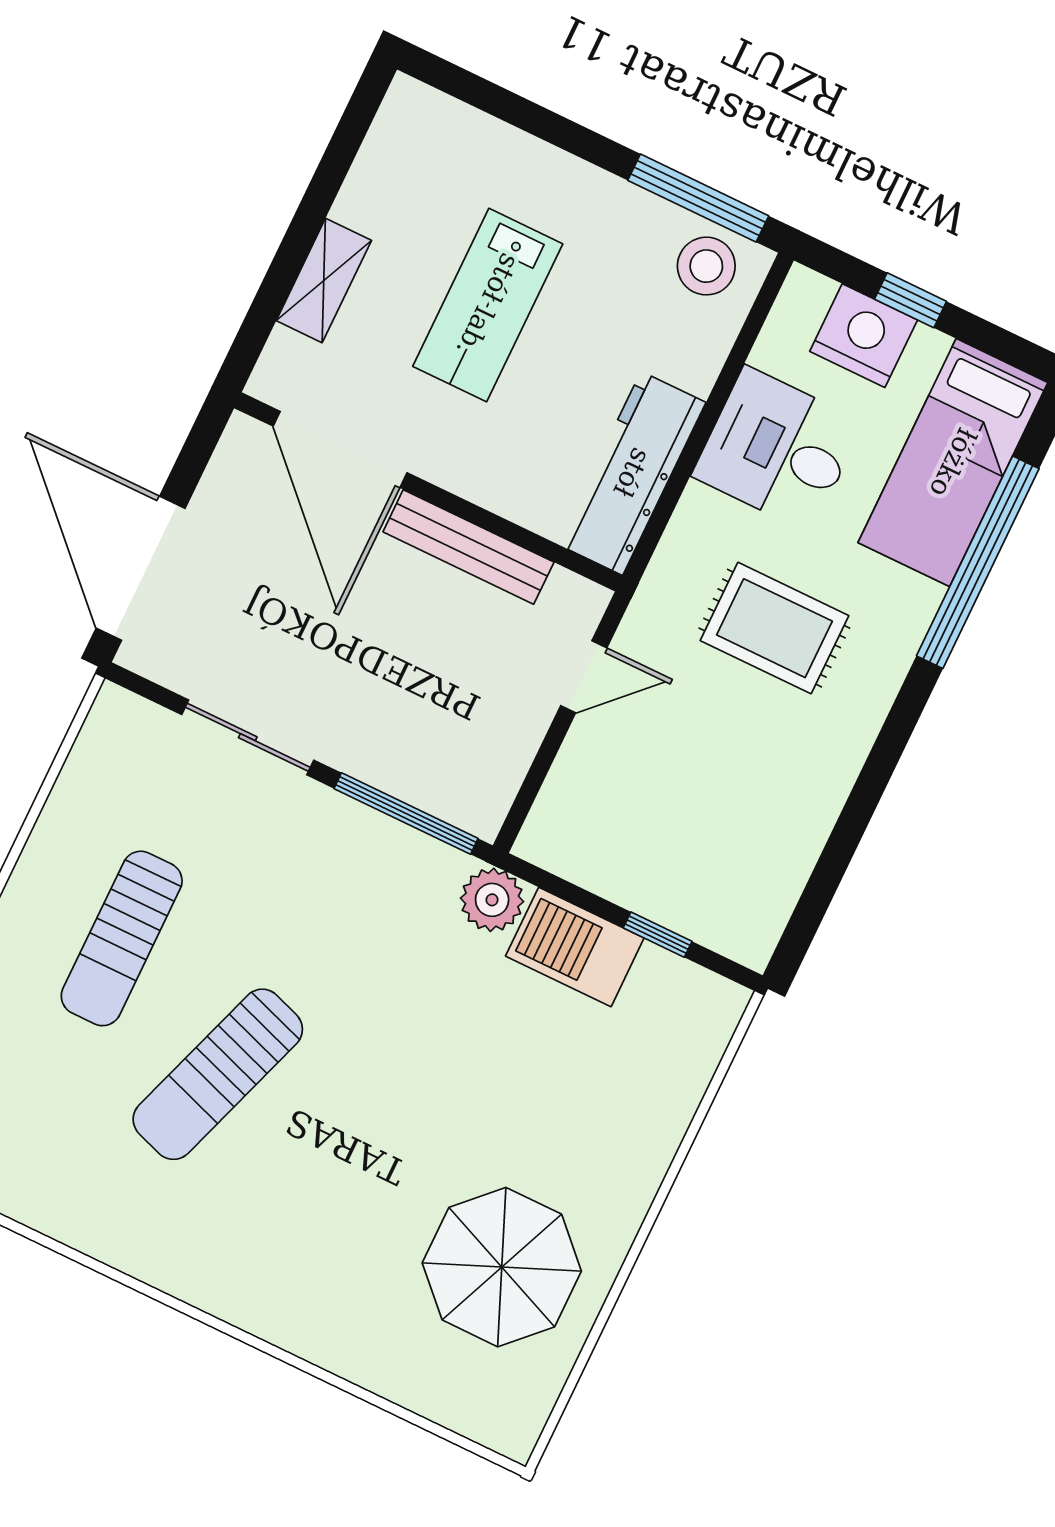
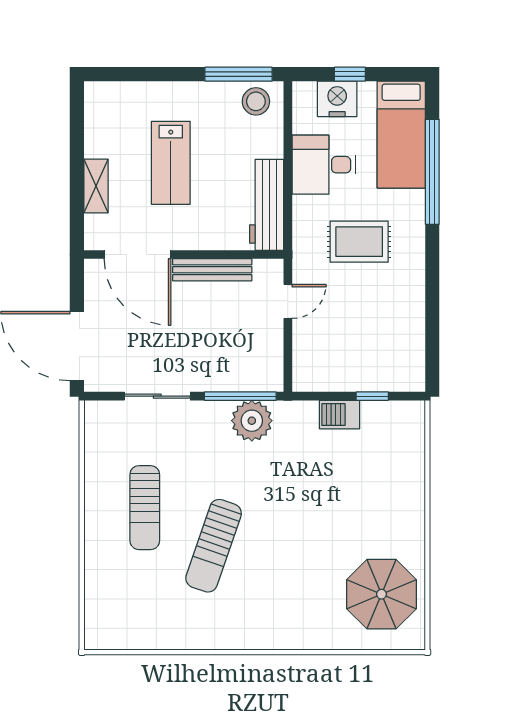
plant: (492, 900) -> (252, 421), moved, width x1.36, depth x1.36
barbecue: (575, 947) -> (339, 415), width x0.73, depth x0.79
parasol: (502, 1267) -> (382, 594), moved

